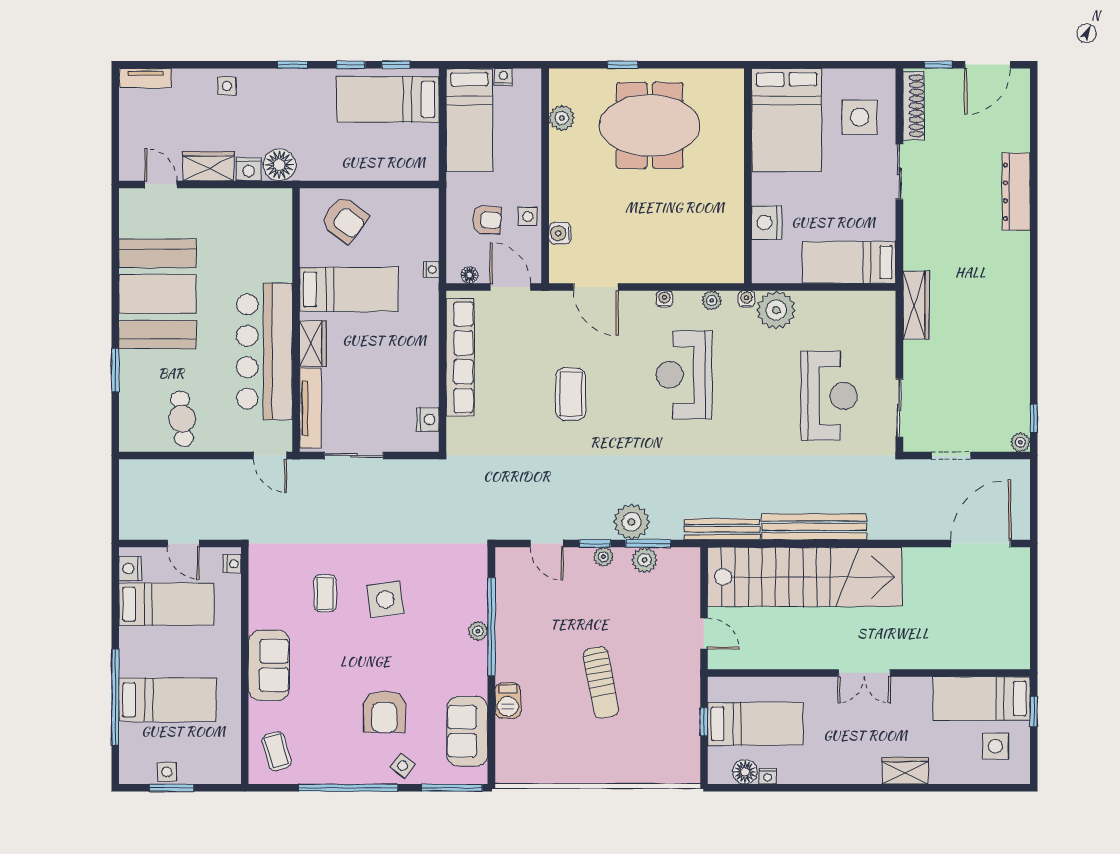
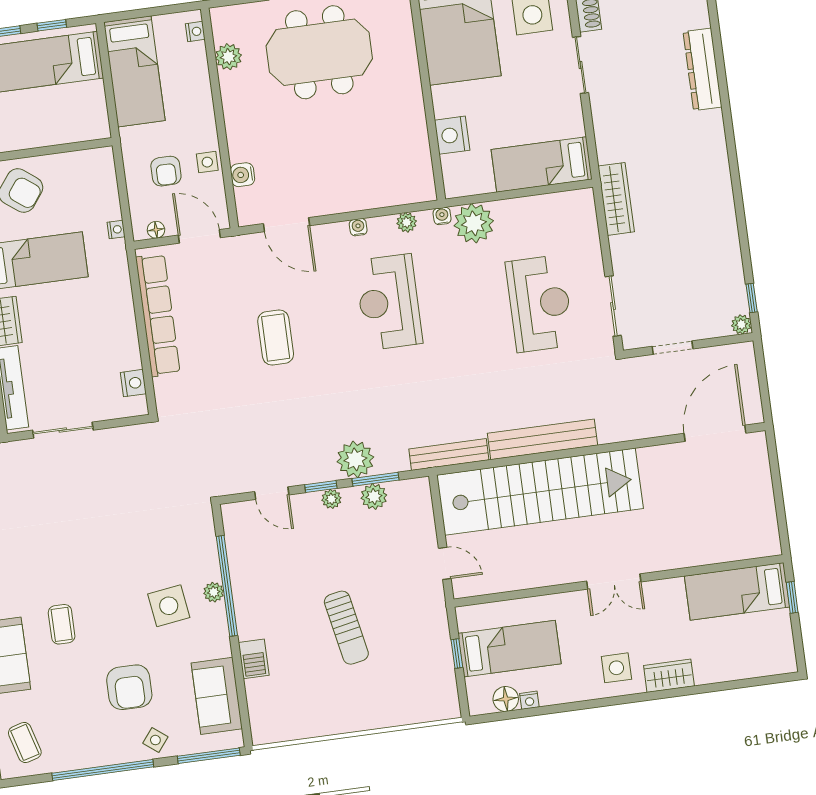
nightstand: (503, 77) -> (195, 32), moved, turned 90
armchair: (487, 220) -> (166, 171), turned 87
coffee table: (325, 593) -> (62, 624), moved
side table: (385, 599) -> (169, 606), moved
side table: (995, 746) -> (616, 668), moved

